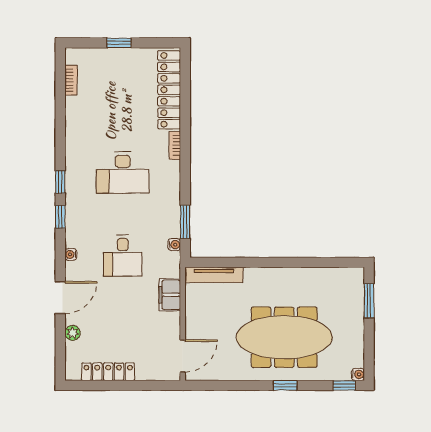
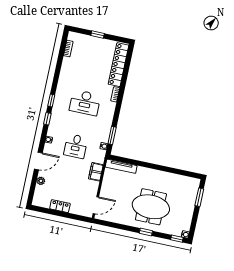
meeting table: (284, 337) -> (151, 207), width x0.73
locker: (108, 372) -> (60, 206), width x0.66

